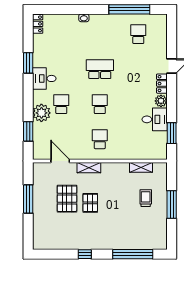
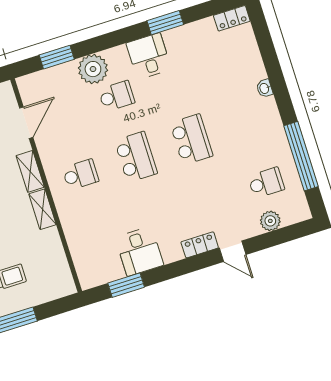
plant: (161, 101) -> (270, 221), moved
school desk: (100, 104) -> (136, 157), width x1.85
shelving: (141, 167) -> (42, 209), moved

